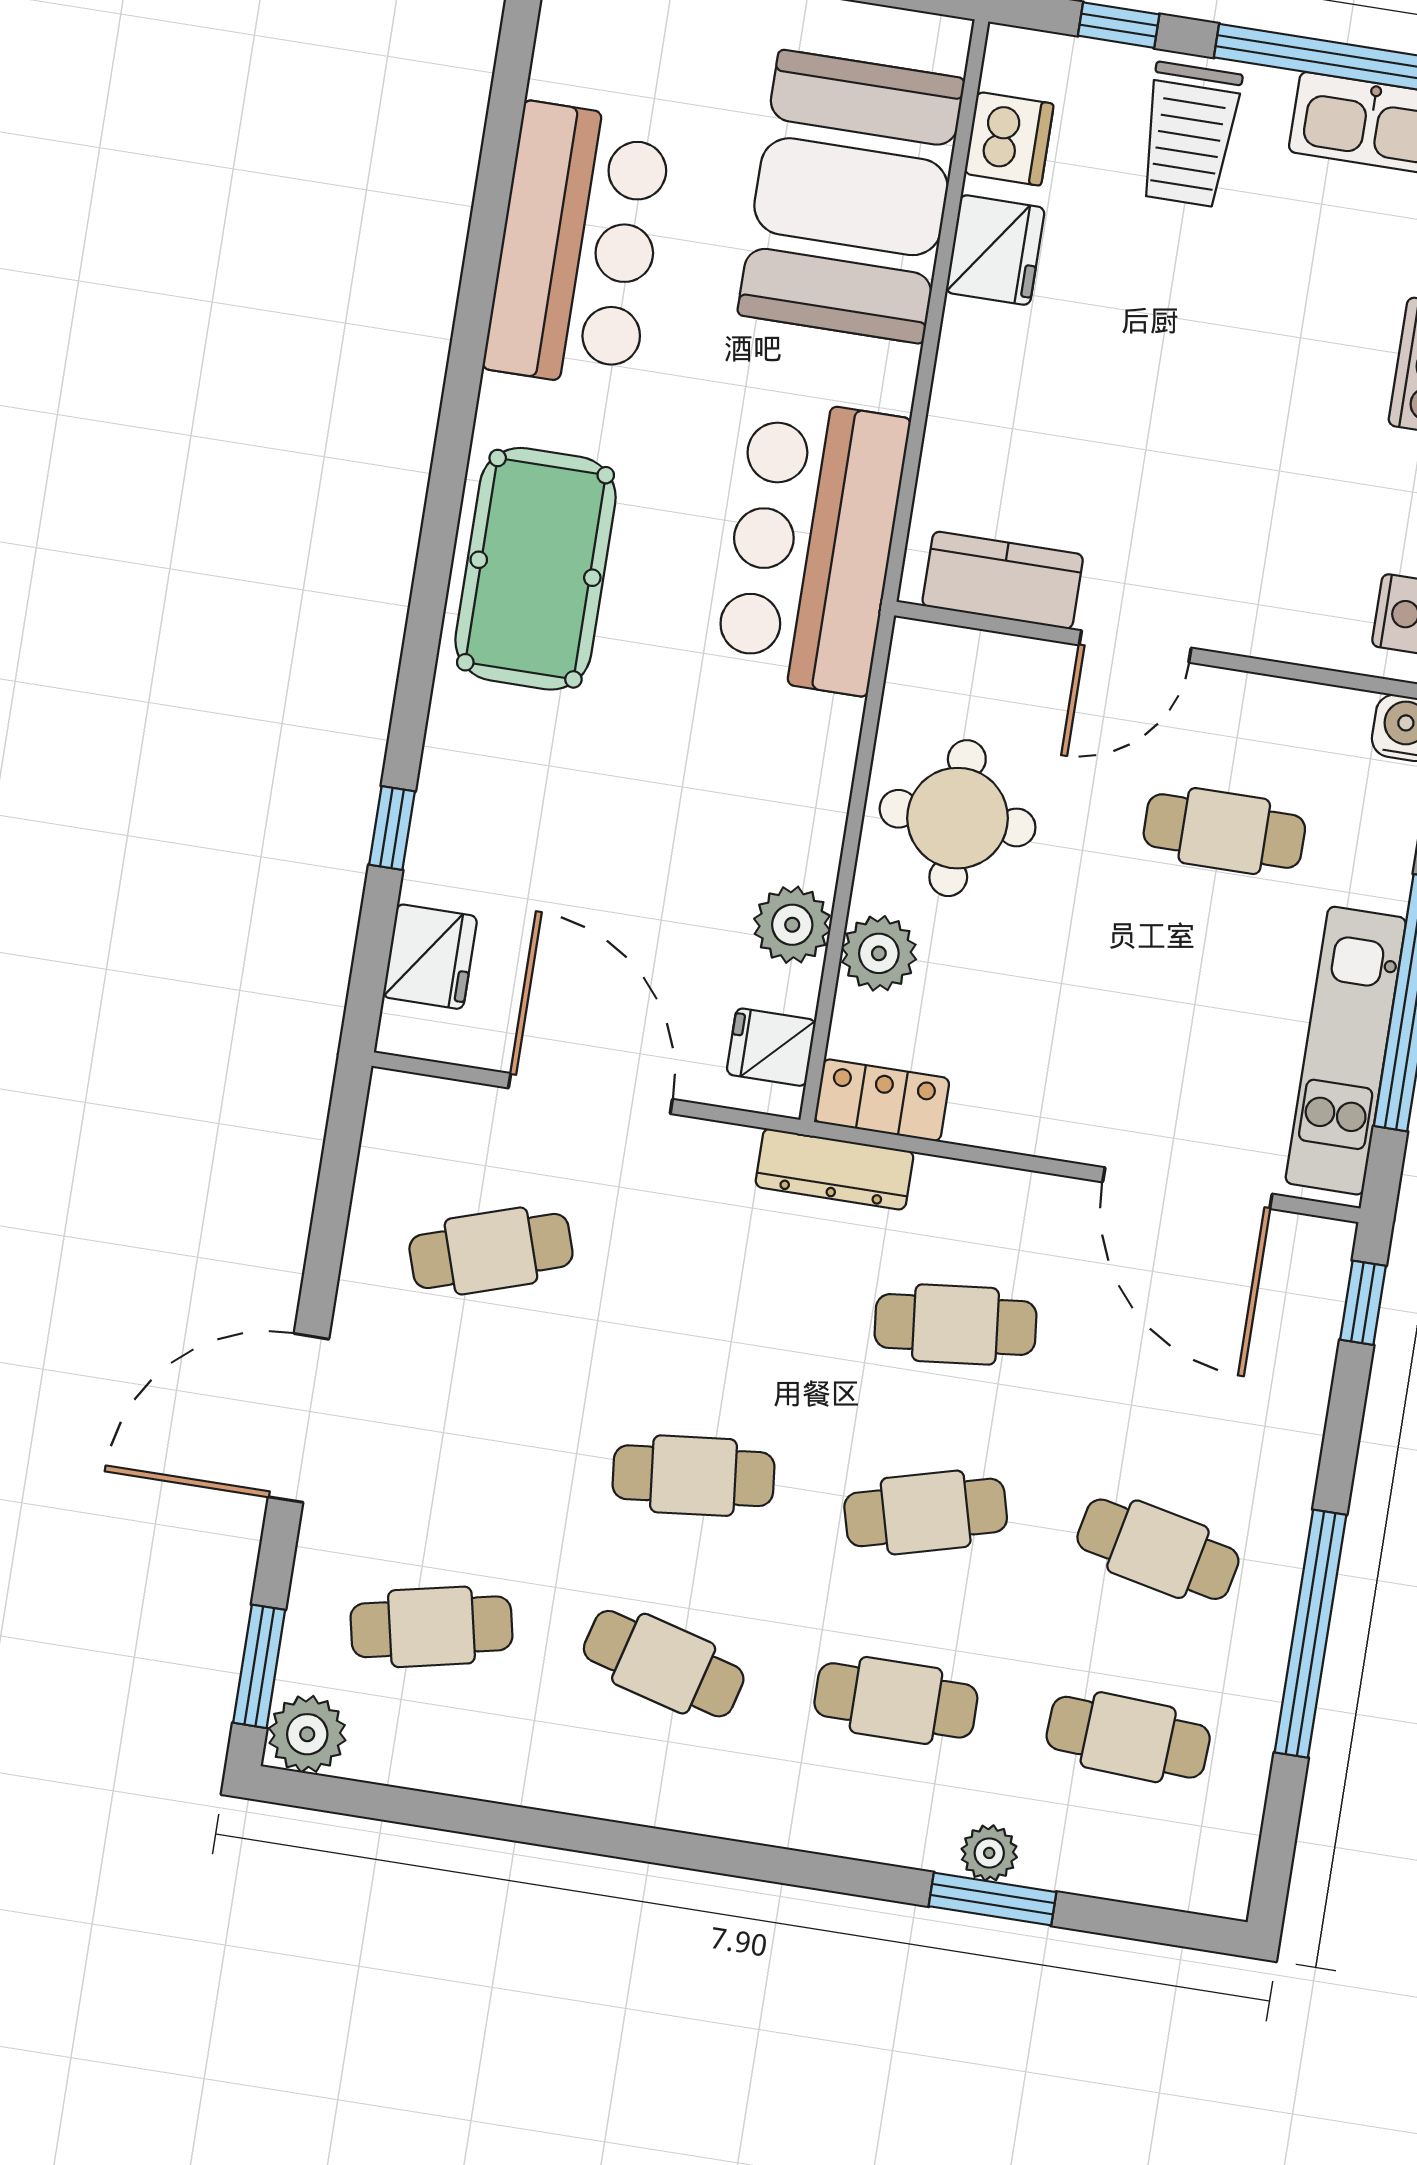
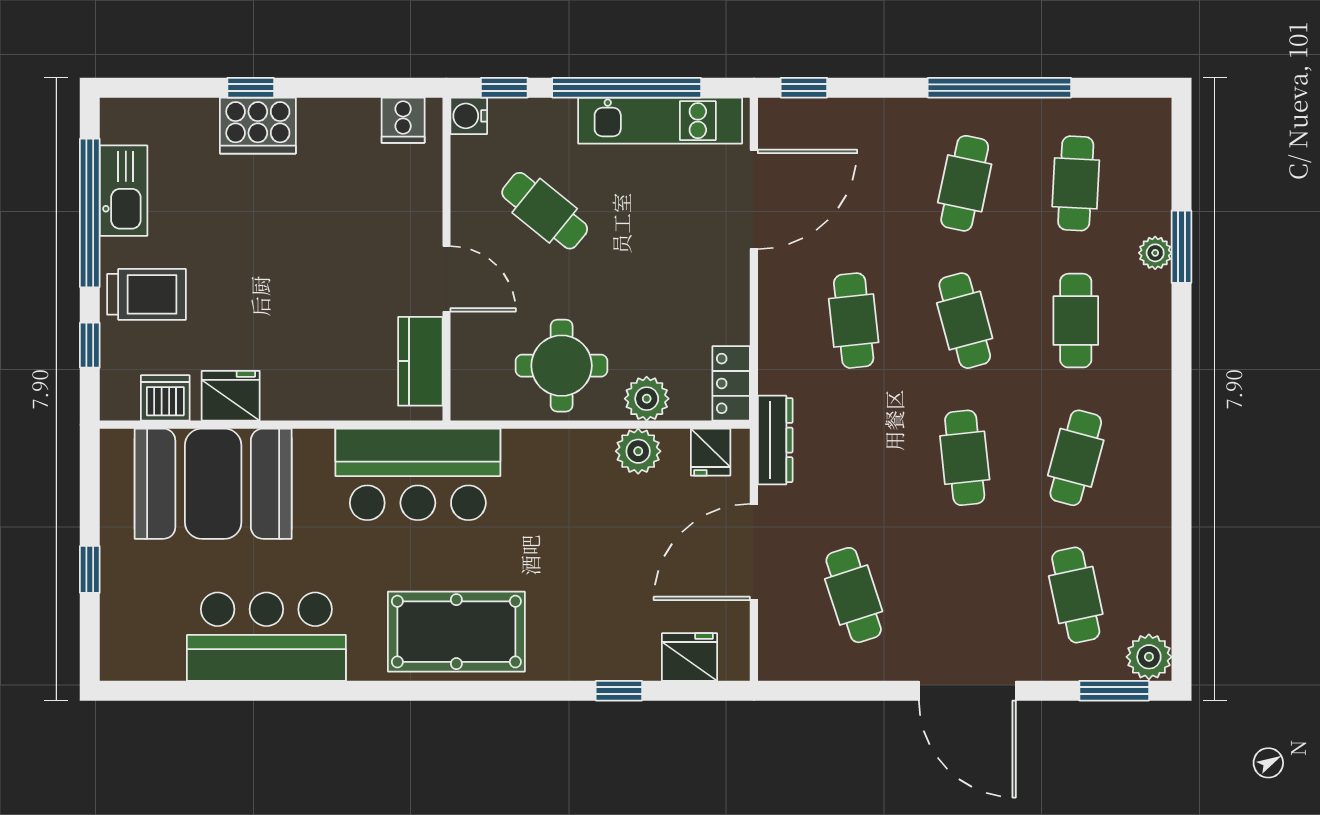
cafe table: (1224, 831) -> (545, 211), turned -51
dresser: (834, 1169) -> (775, 440), moved

